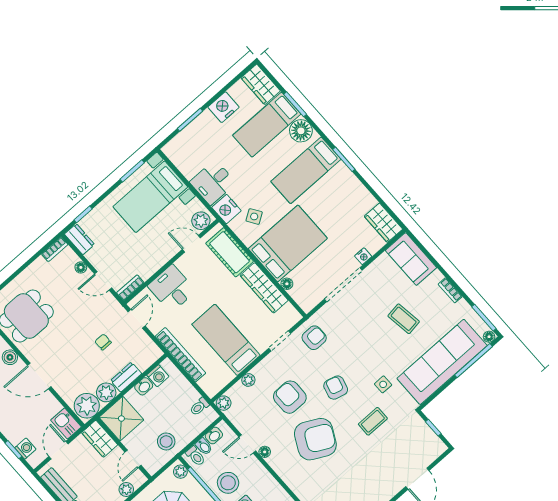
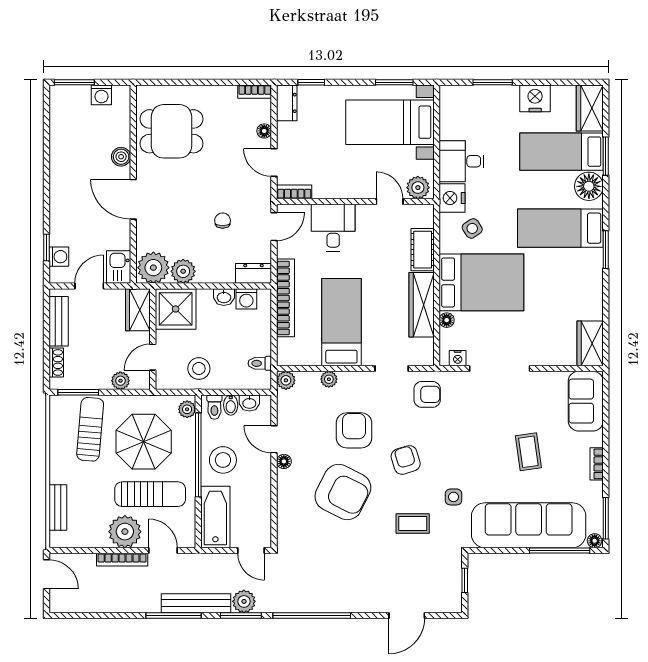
cot: (230, 252) -> (423, 250), width x0.73, depth x0.75
nightstand: (363, 256) -> (458, 358), moved
dresser: (126, 377) -> (254, 273), moved
armchair: (336, 388) -> (406, 460), turned -32

